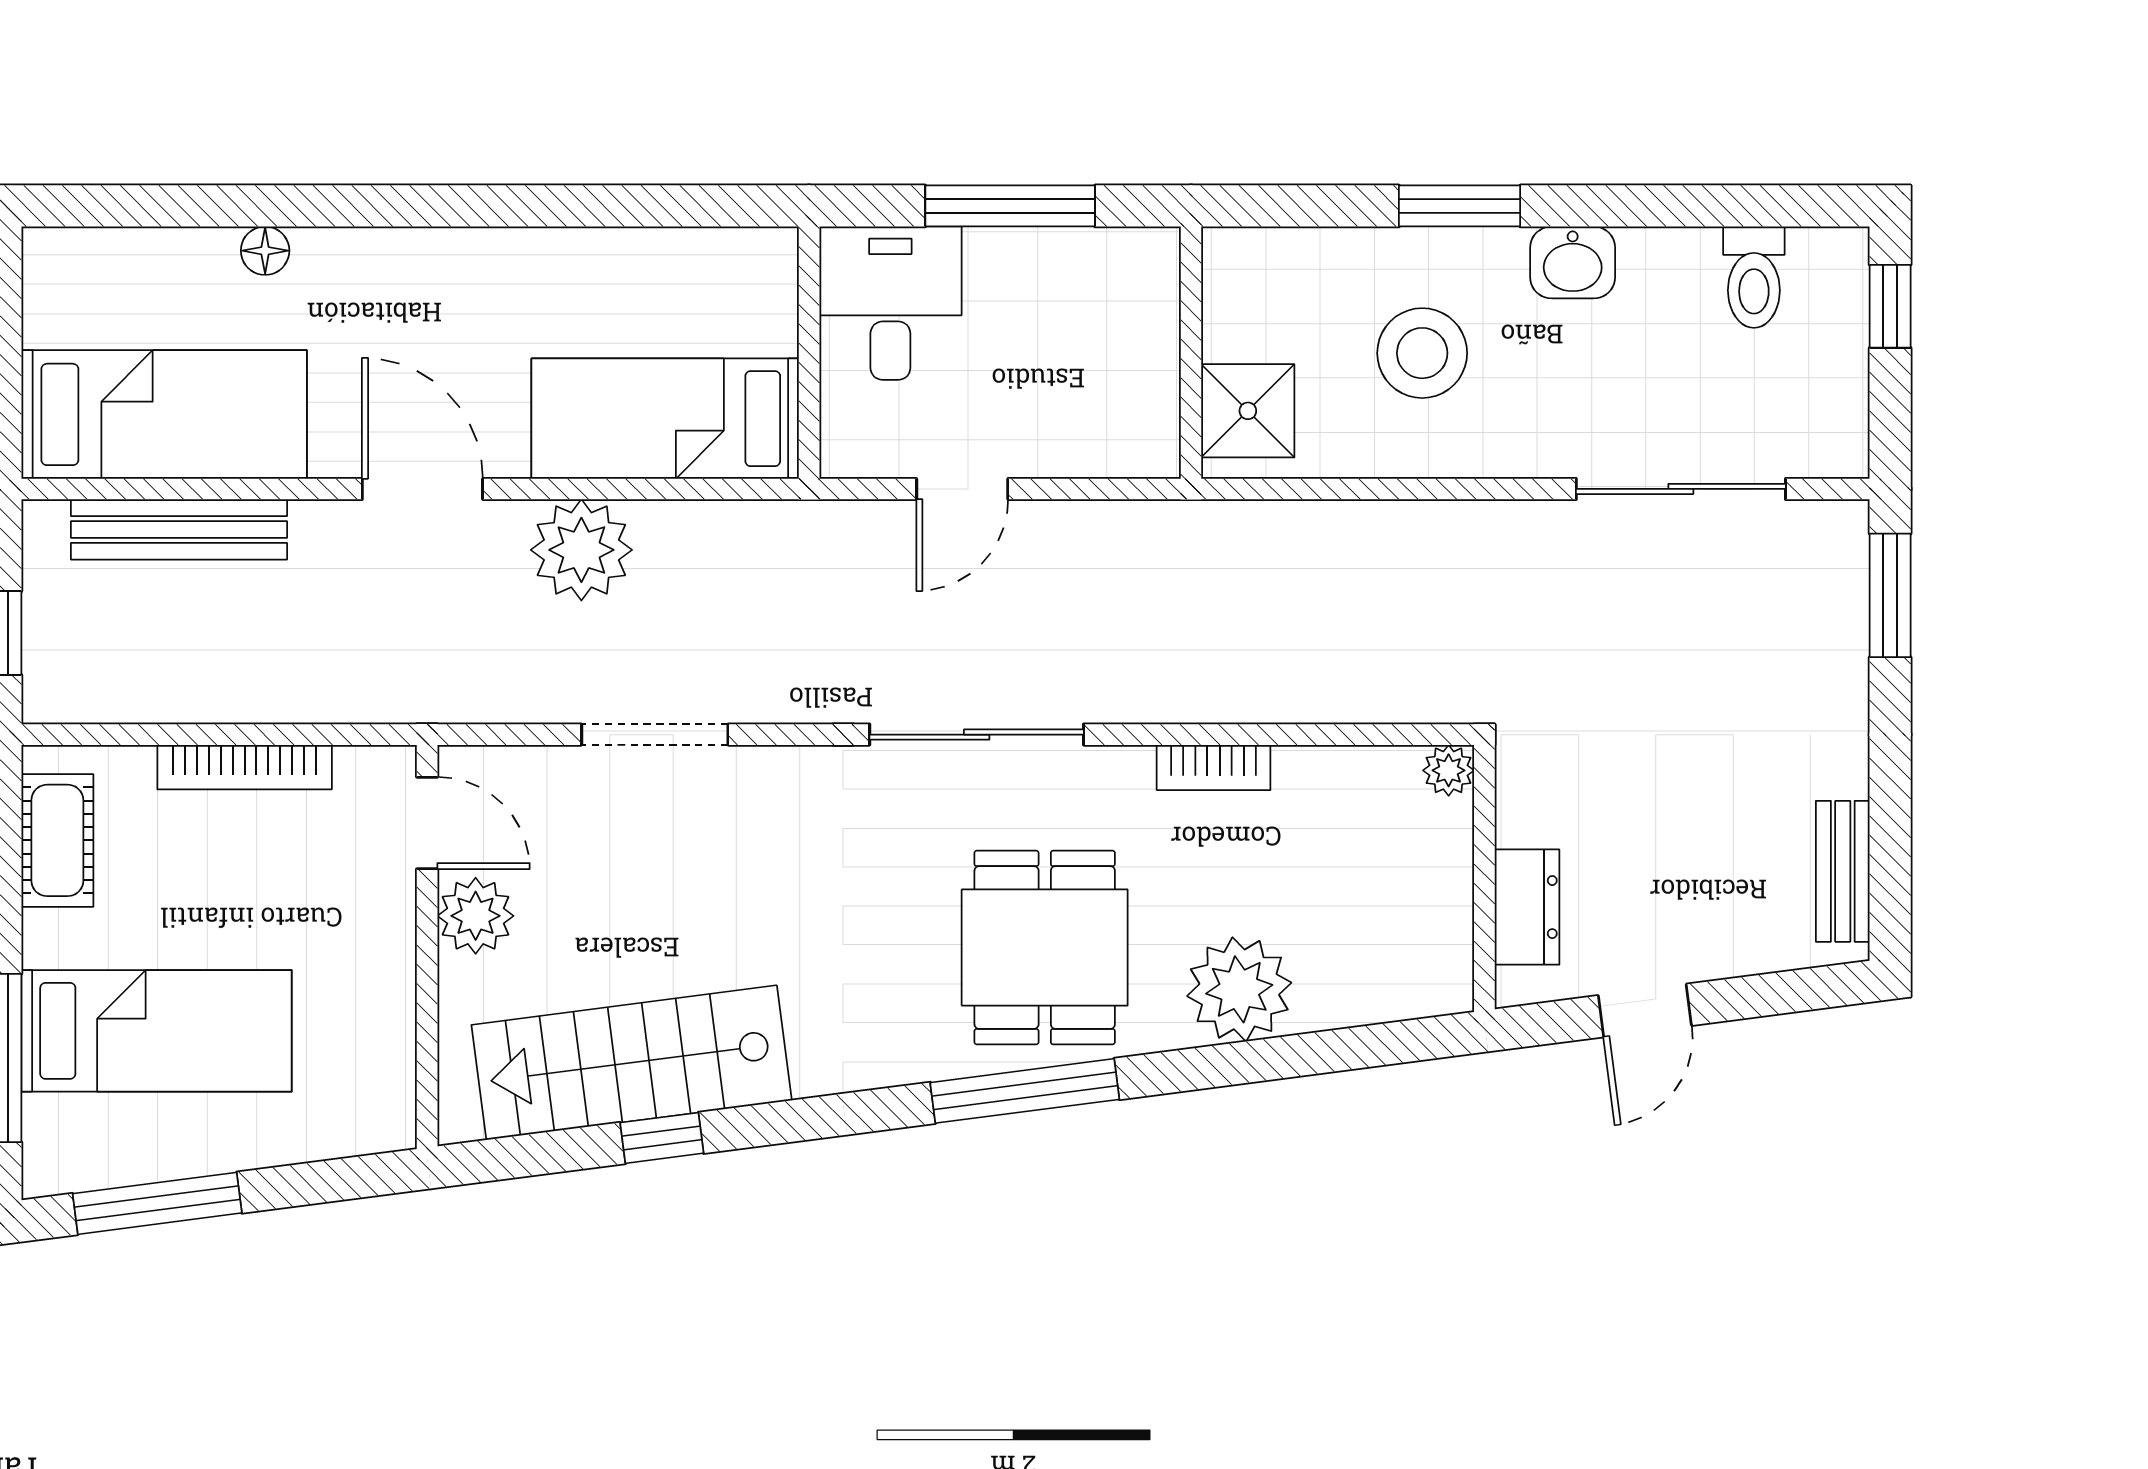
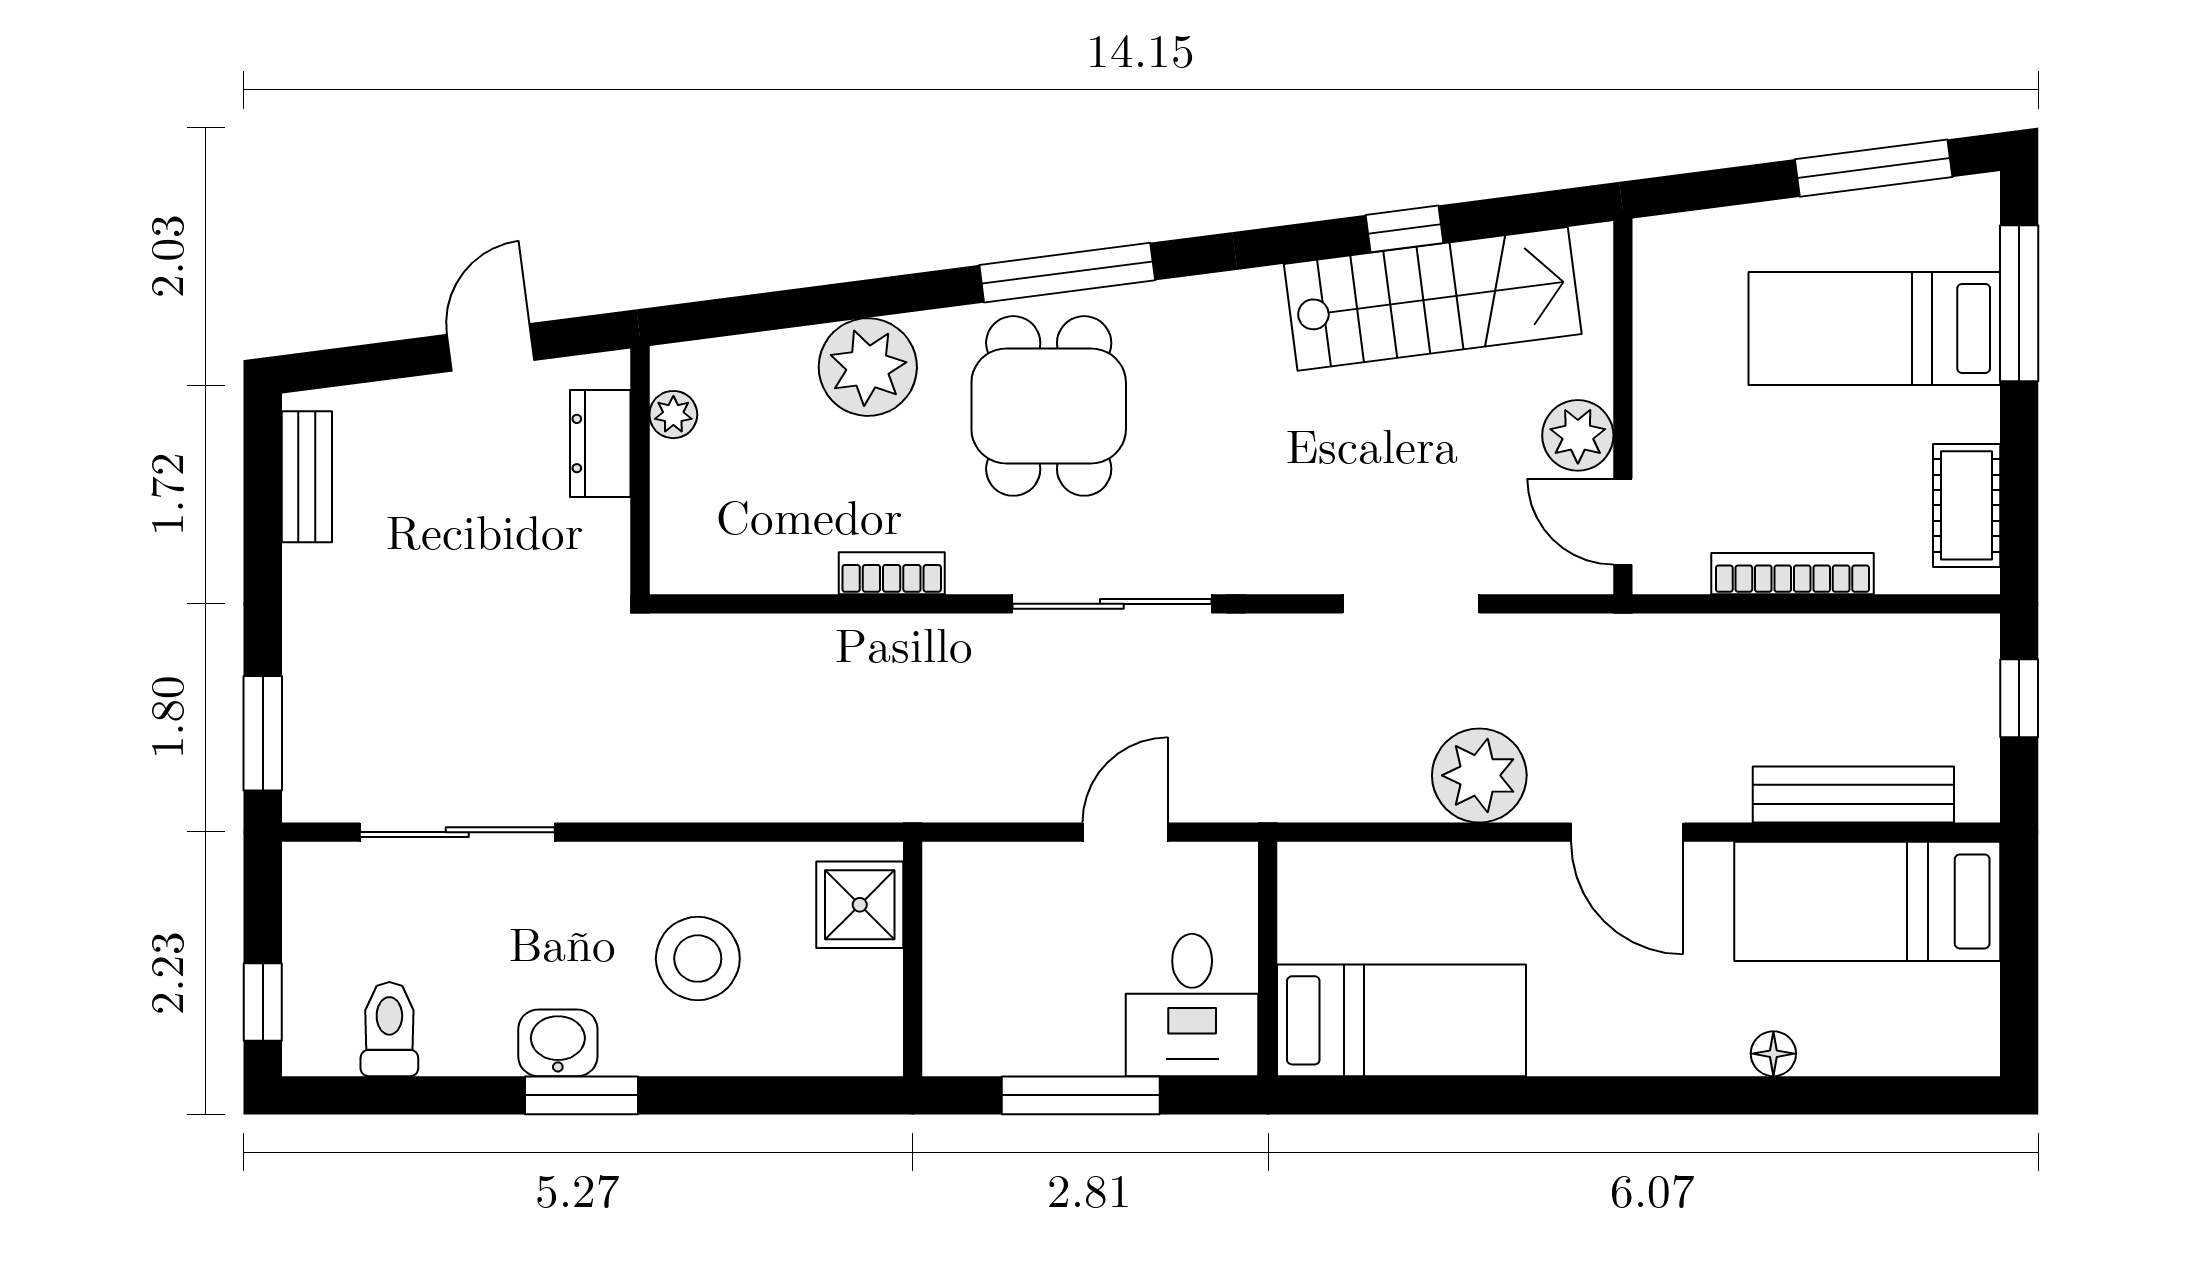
window: (1460, 206) -> (581, 1095), moved
bed: (665, 419) -> (1402, 1020), moved
plant: (1449, 770) -> (673, 415), moved

